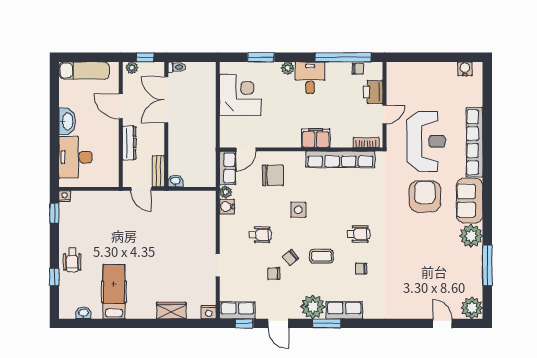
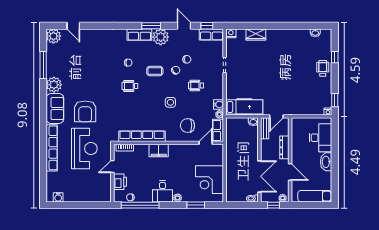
reception desk: (426, 141) -> (84, 148), turned 180
door: (141, 189) -> (276, 116), swing flipped
hospital bed: (114, 292) -> (244, 107), moved, turned -90

